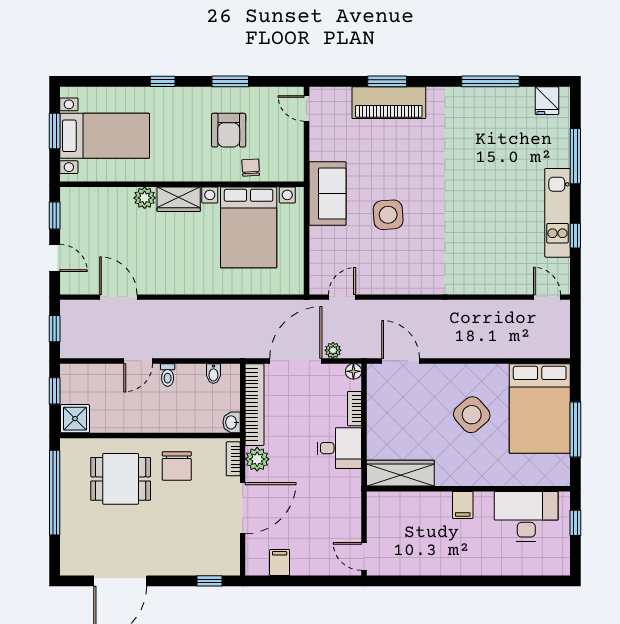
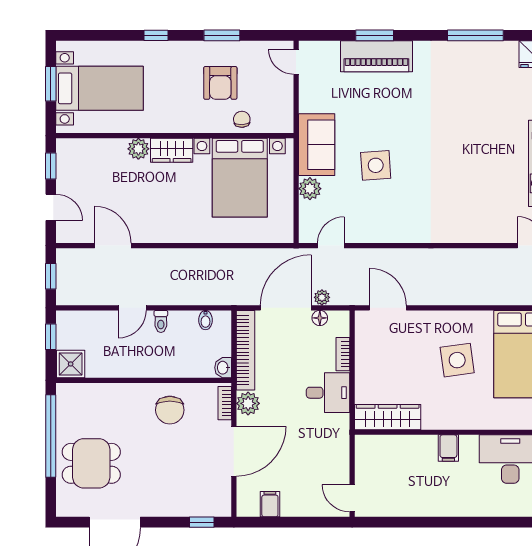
plant: (321, 239) -> (310, 189), added
floor lamp: (353, 371) -> (320, 318), moved
side table: (472, 415) -> (457, 360), turned 33
dining table: (121, 479) -> (91, 463), moved

